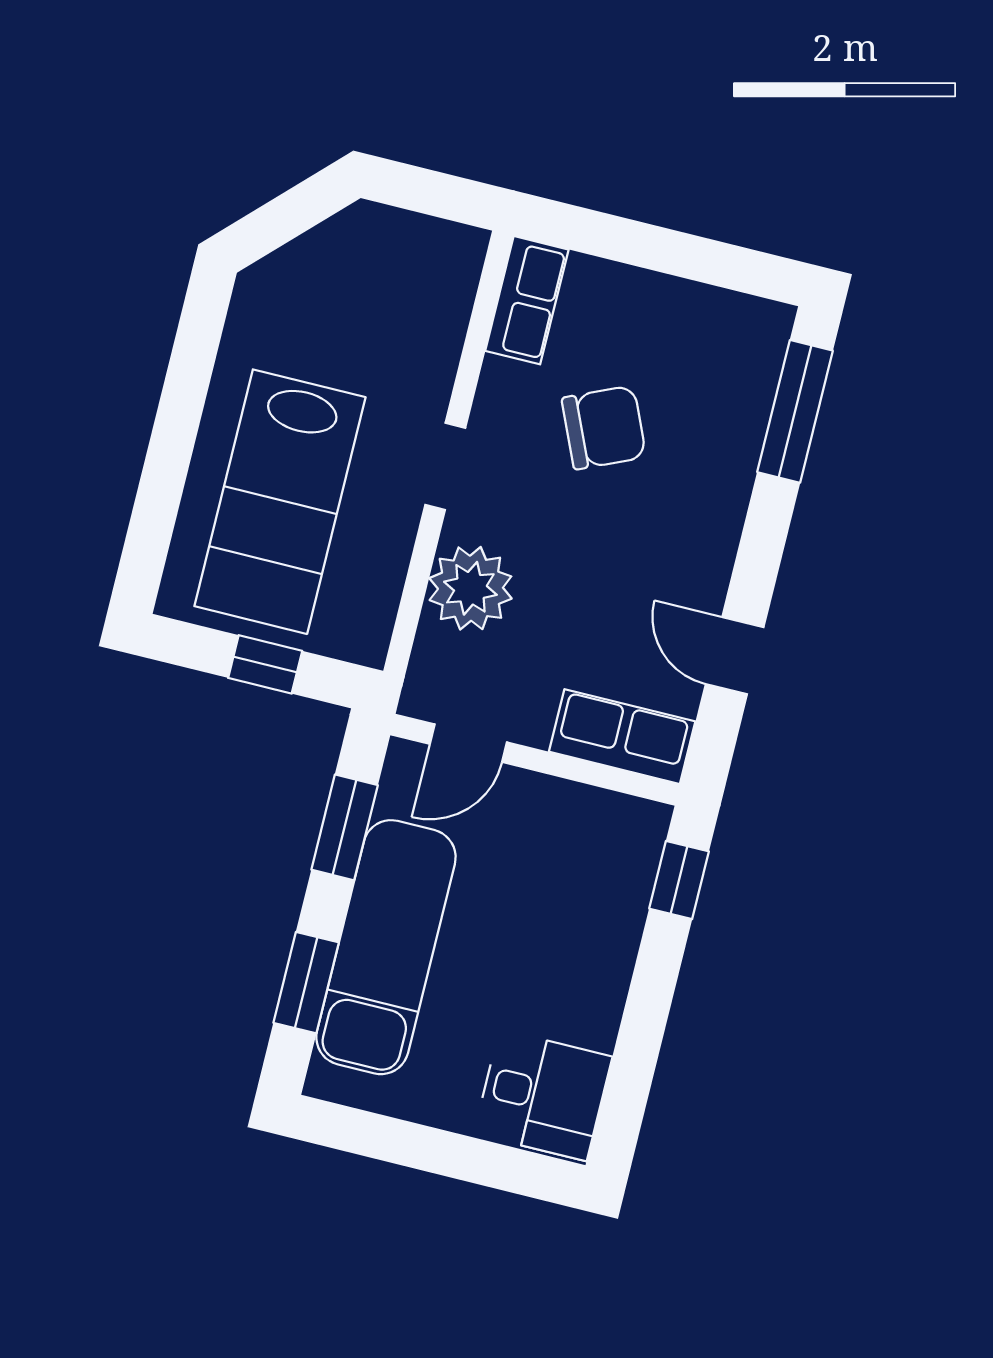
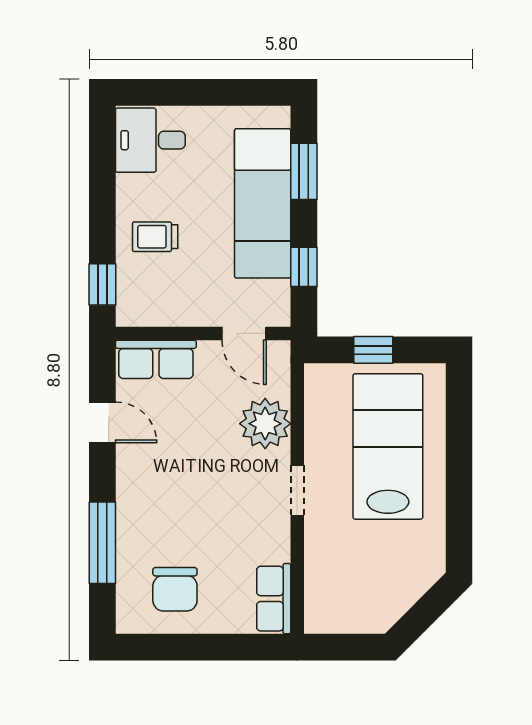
window: (795, 411) -> (102, 543), moved
chair: (604, 428) -> (175, 589), moved, turned -66
door: (468, 743) -> (244, 333), swing flipped
window: (345, 827) -> (304, 267), width x0.67
trolley: (574, 936) -> (155, 237), added

